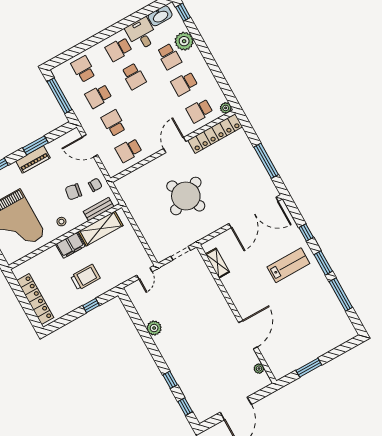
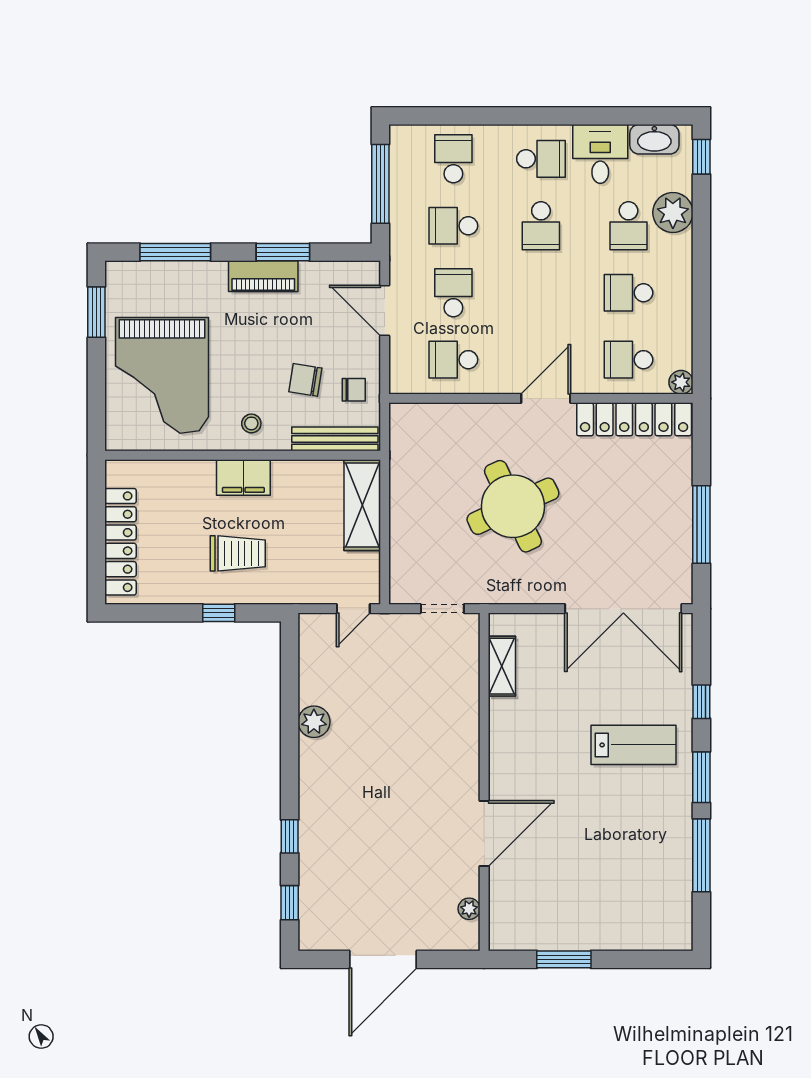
school desk: (119, 49) -> (541, 159), turned 180
bench: (99, 209) -> (335, 439), width x1.36
shelving: (101, 228) -> (362, 505), moved, turned 90

